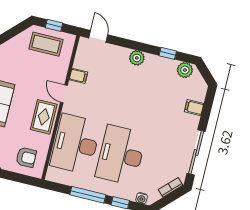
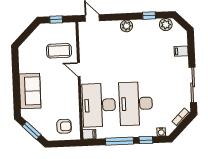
coffee table: (46, 44) -> (59, 51), moved
filing cabinet: (78, 76) -> (89, 134), moved
rug: (44, 117) -> (68, 91), removed

